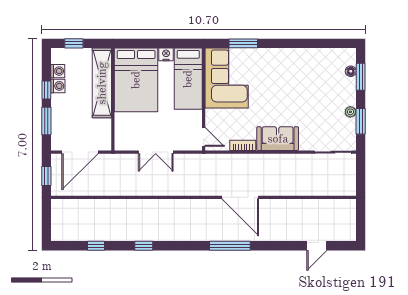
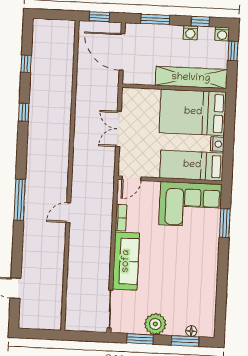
washing machine: (58, 71) -> (222, 34), moved
window: (46, 90) -> (200, 21), moved
plant: (350, 112) -> (155, 324), width x1.88, depth x1.88
sofa: (278, 139) -> (126, 261), width x1.36
door: (240, 197) -> (68, 213), width x0.53

